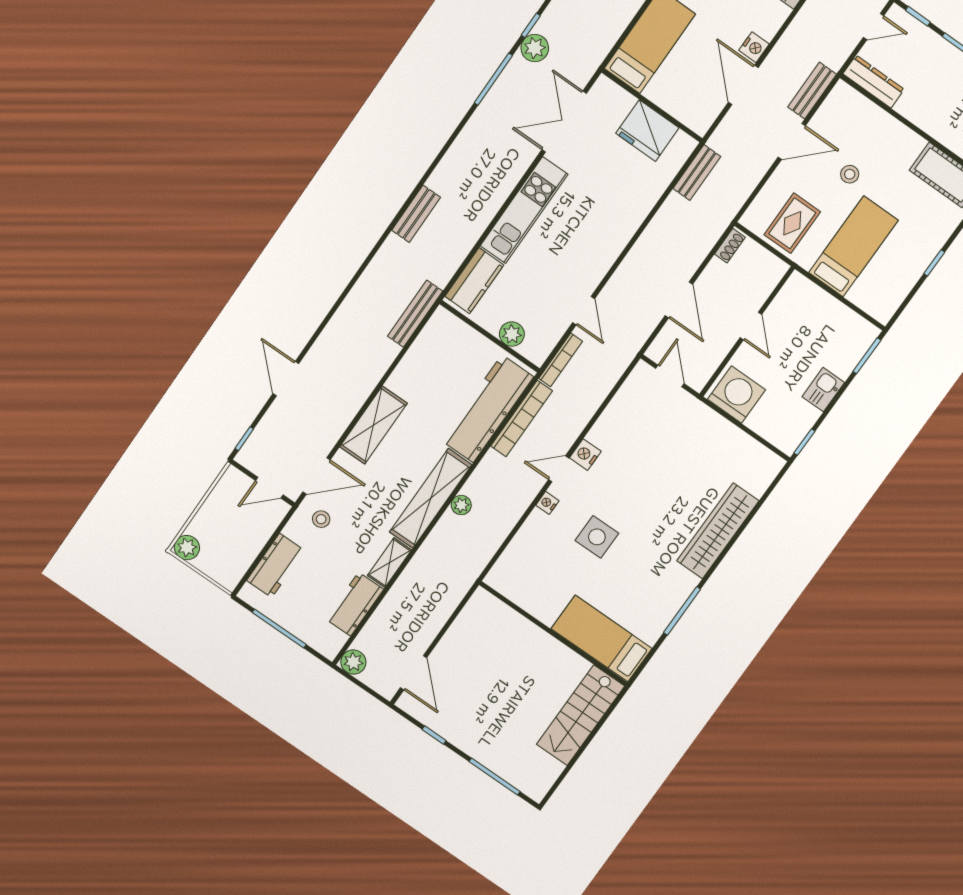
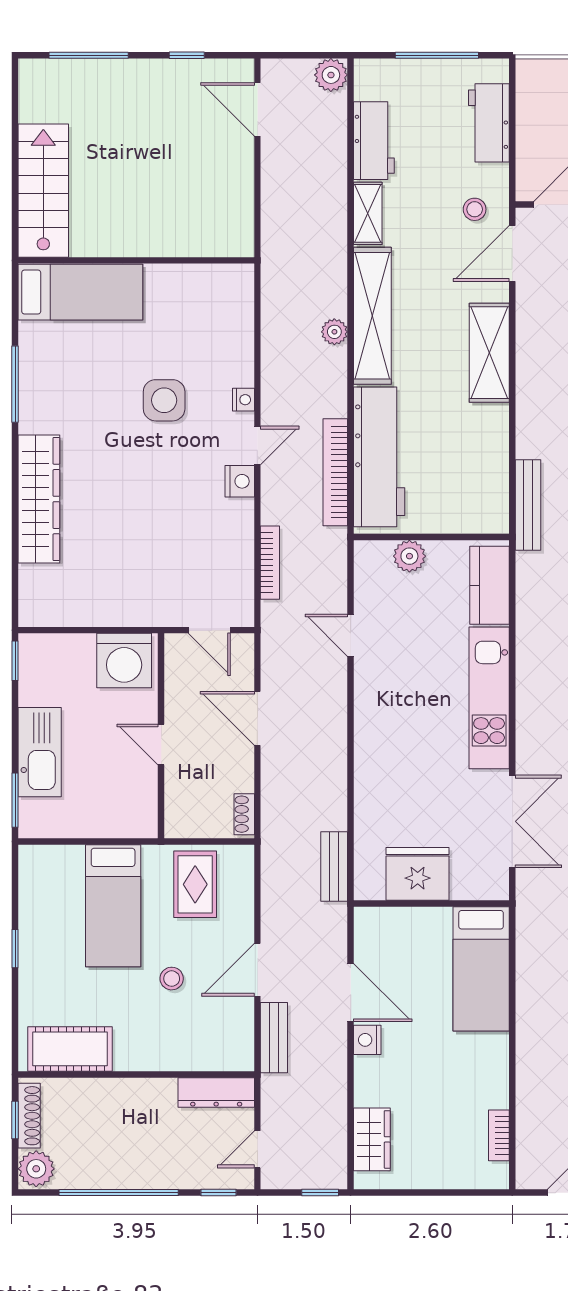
bookcase: (561, 360) -> (270, 563), moved, turned 180
kitchen sink: (823, 390) -> (40, 752), width x1.88, depth x1.24

